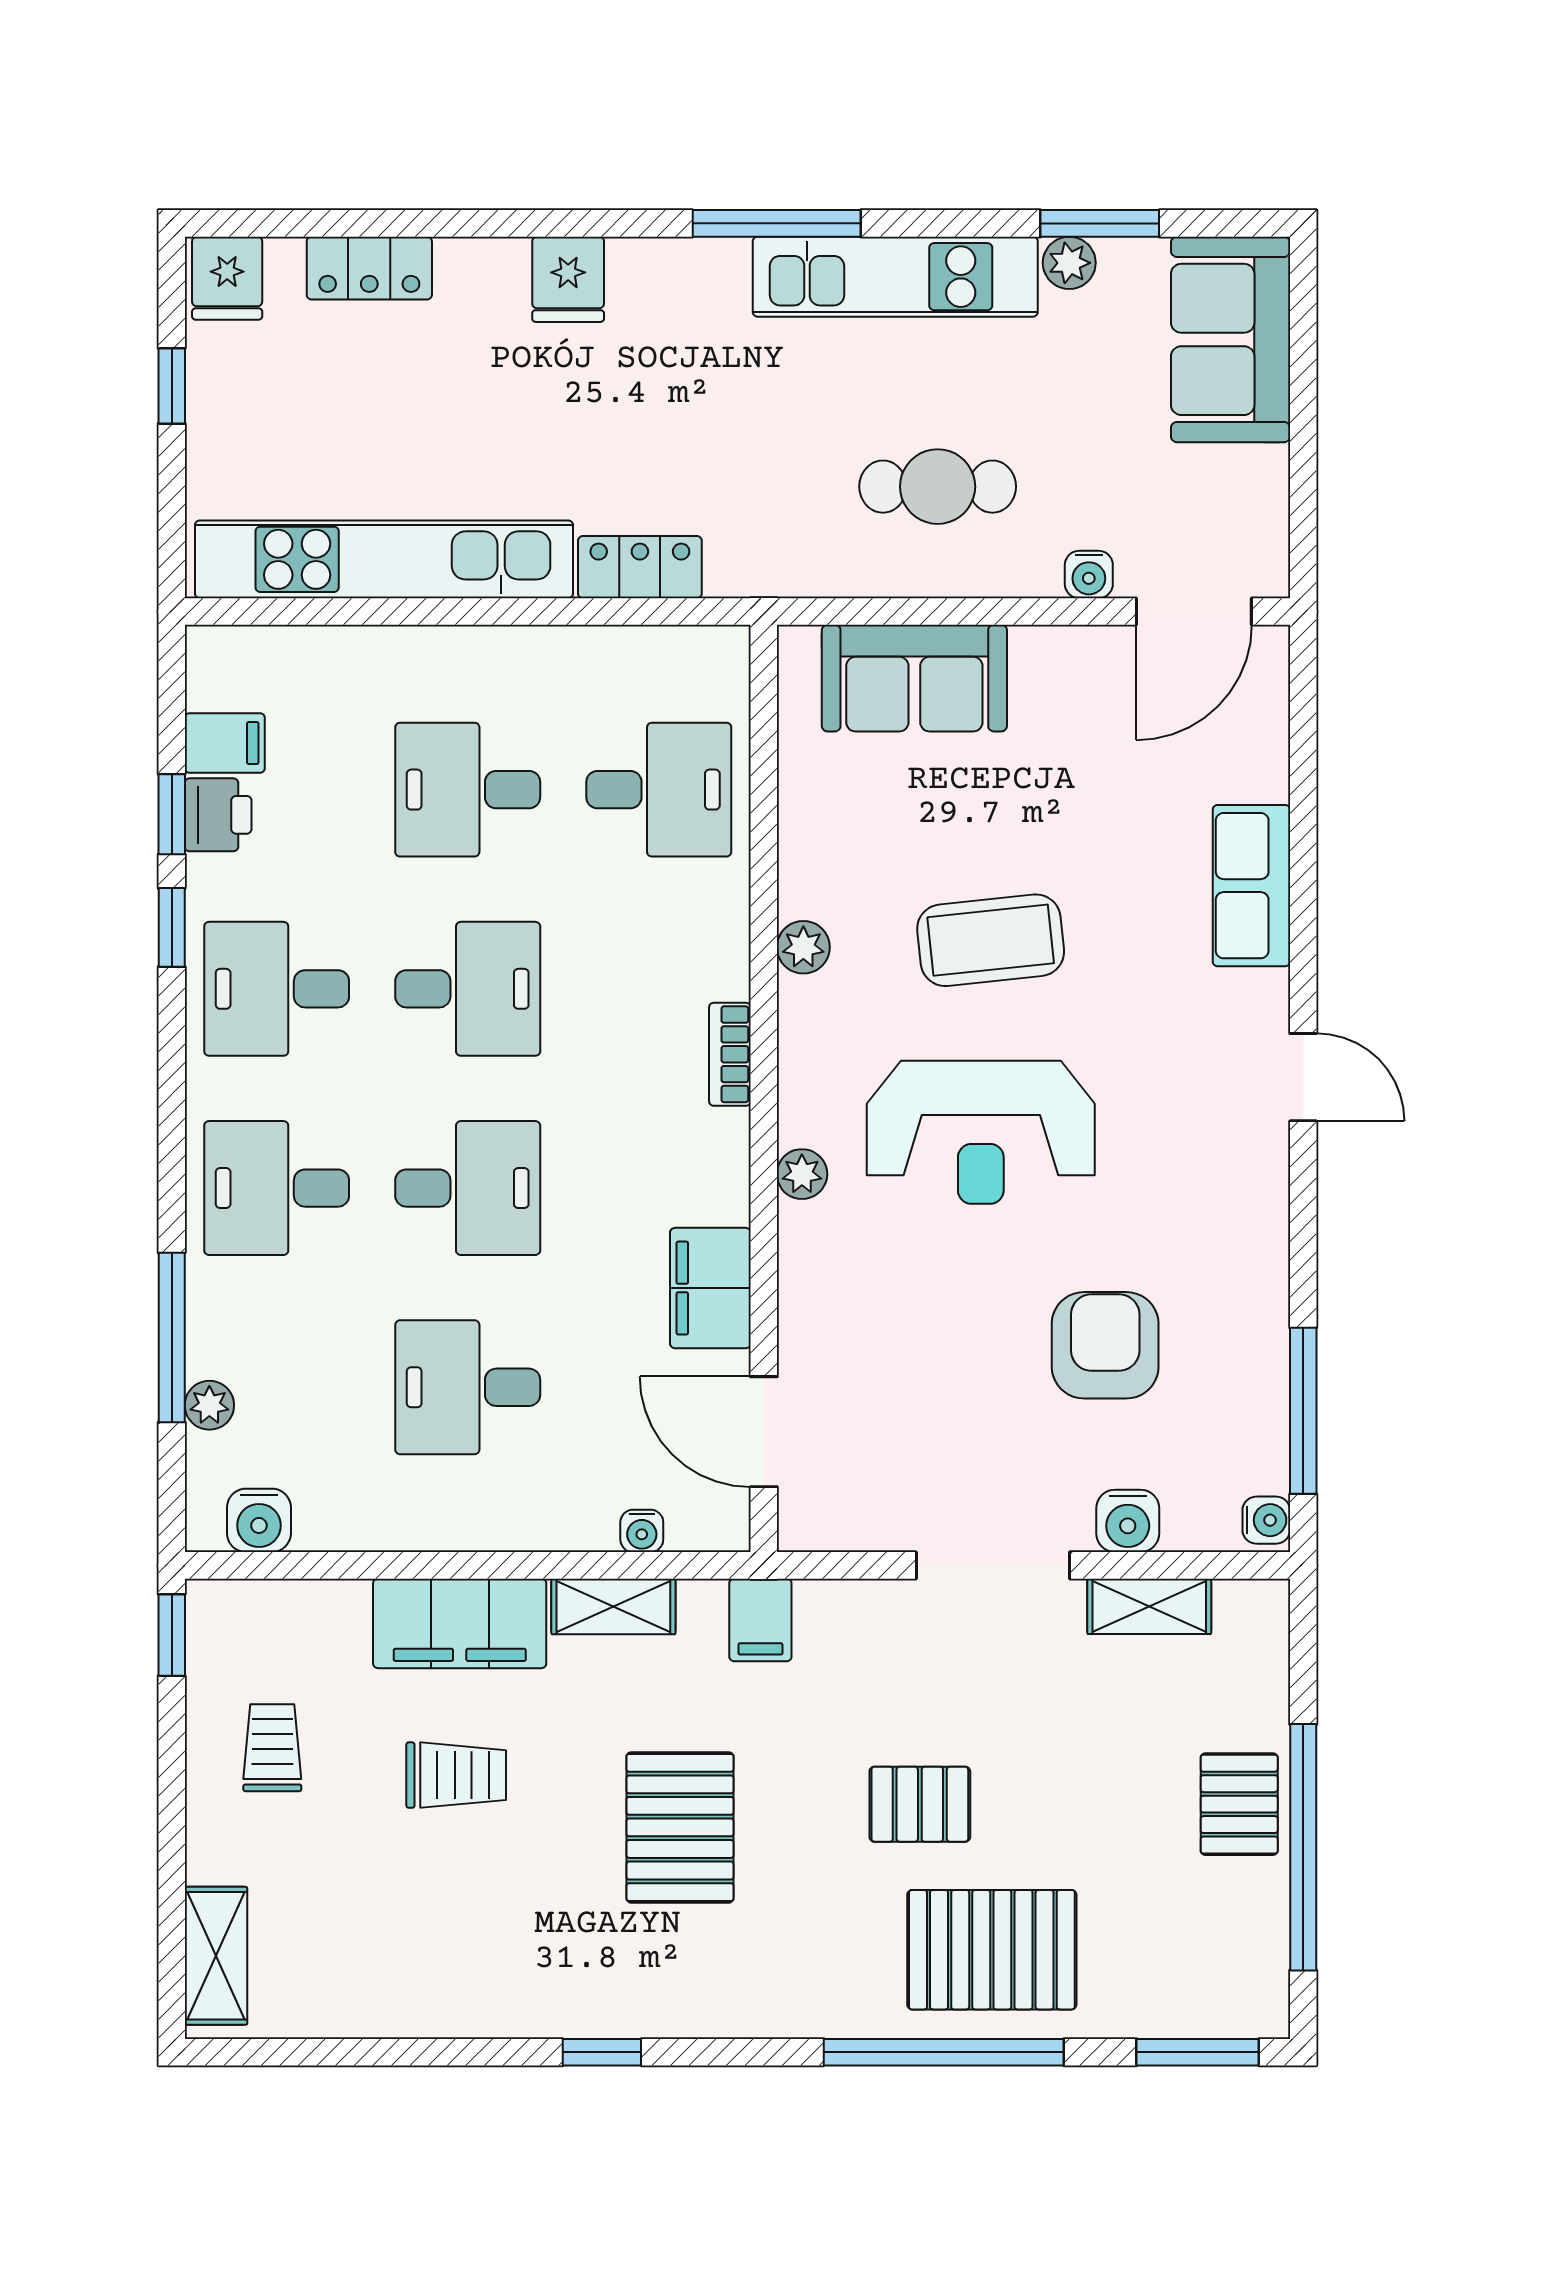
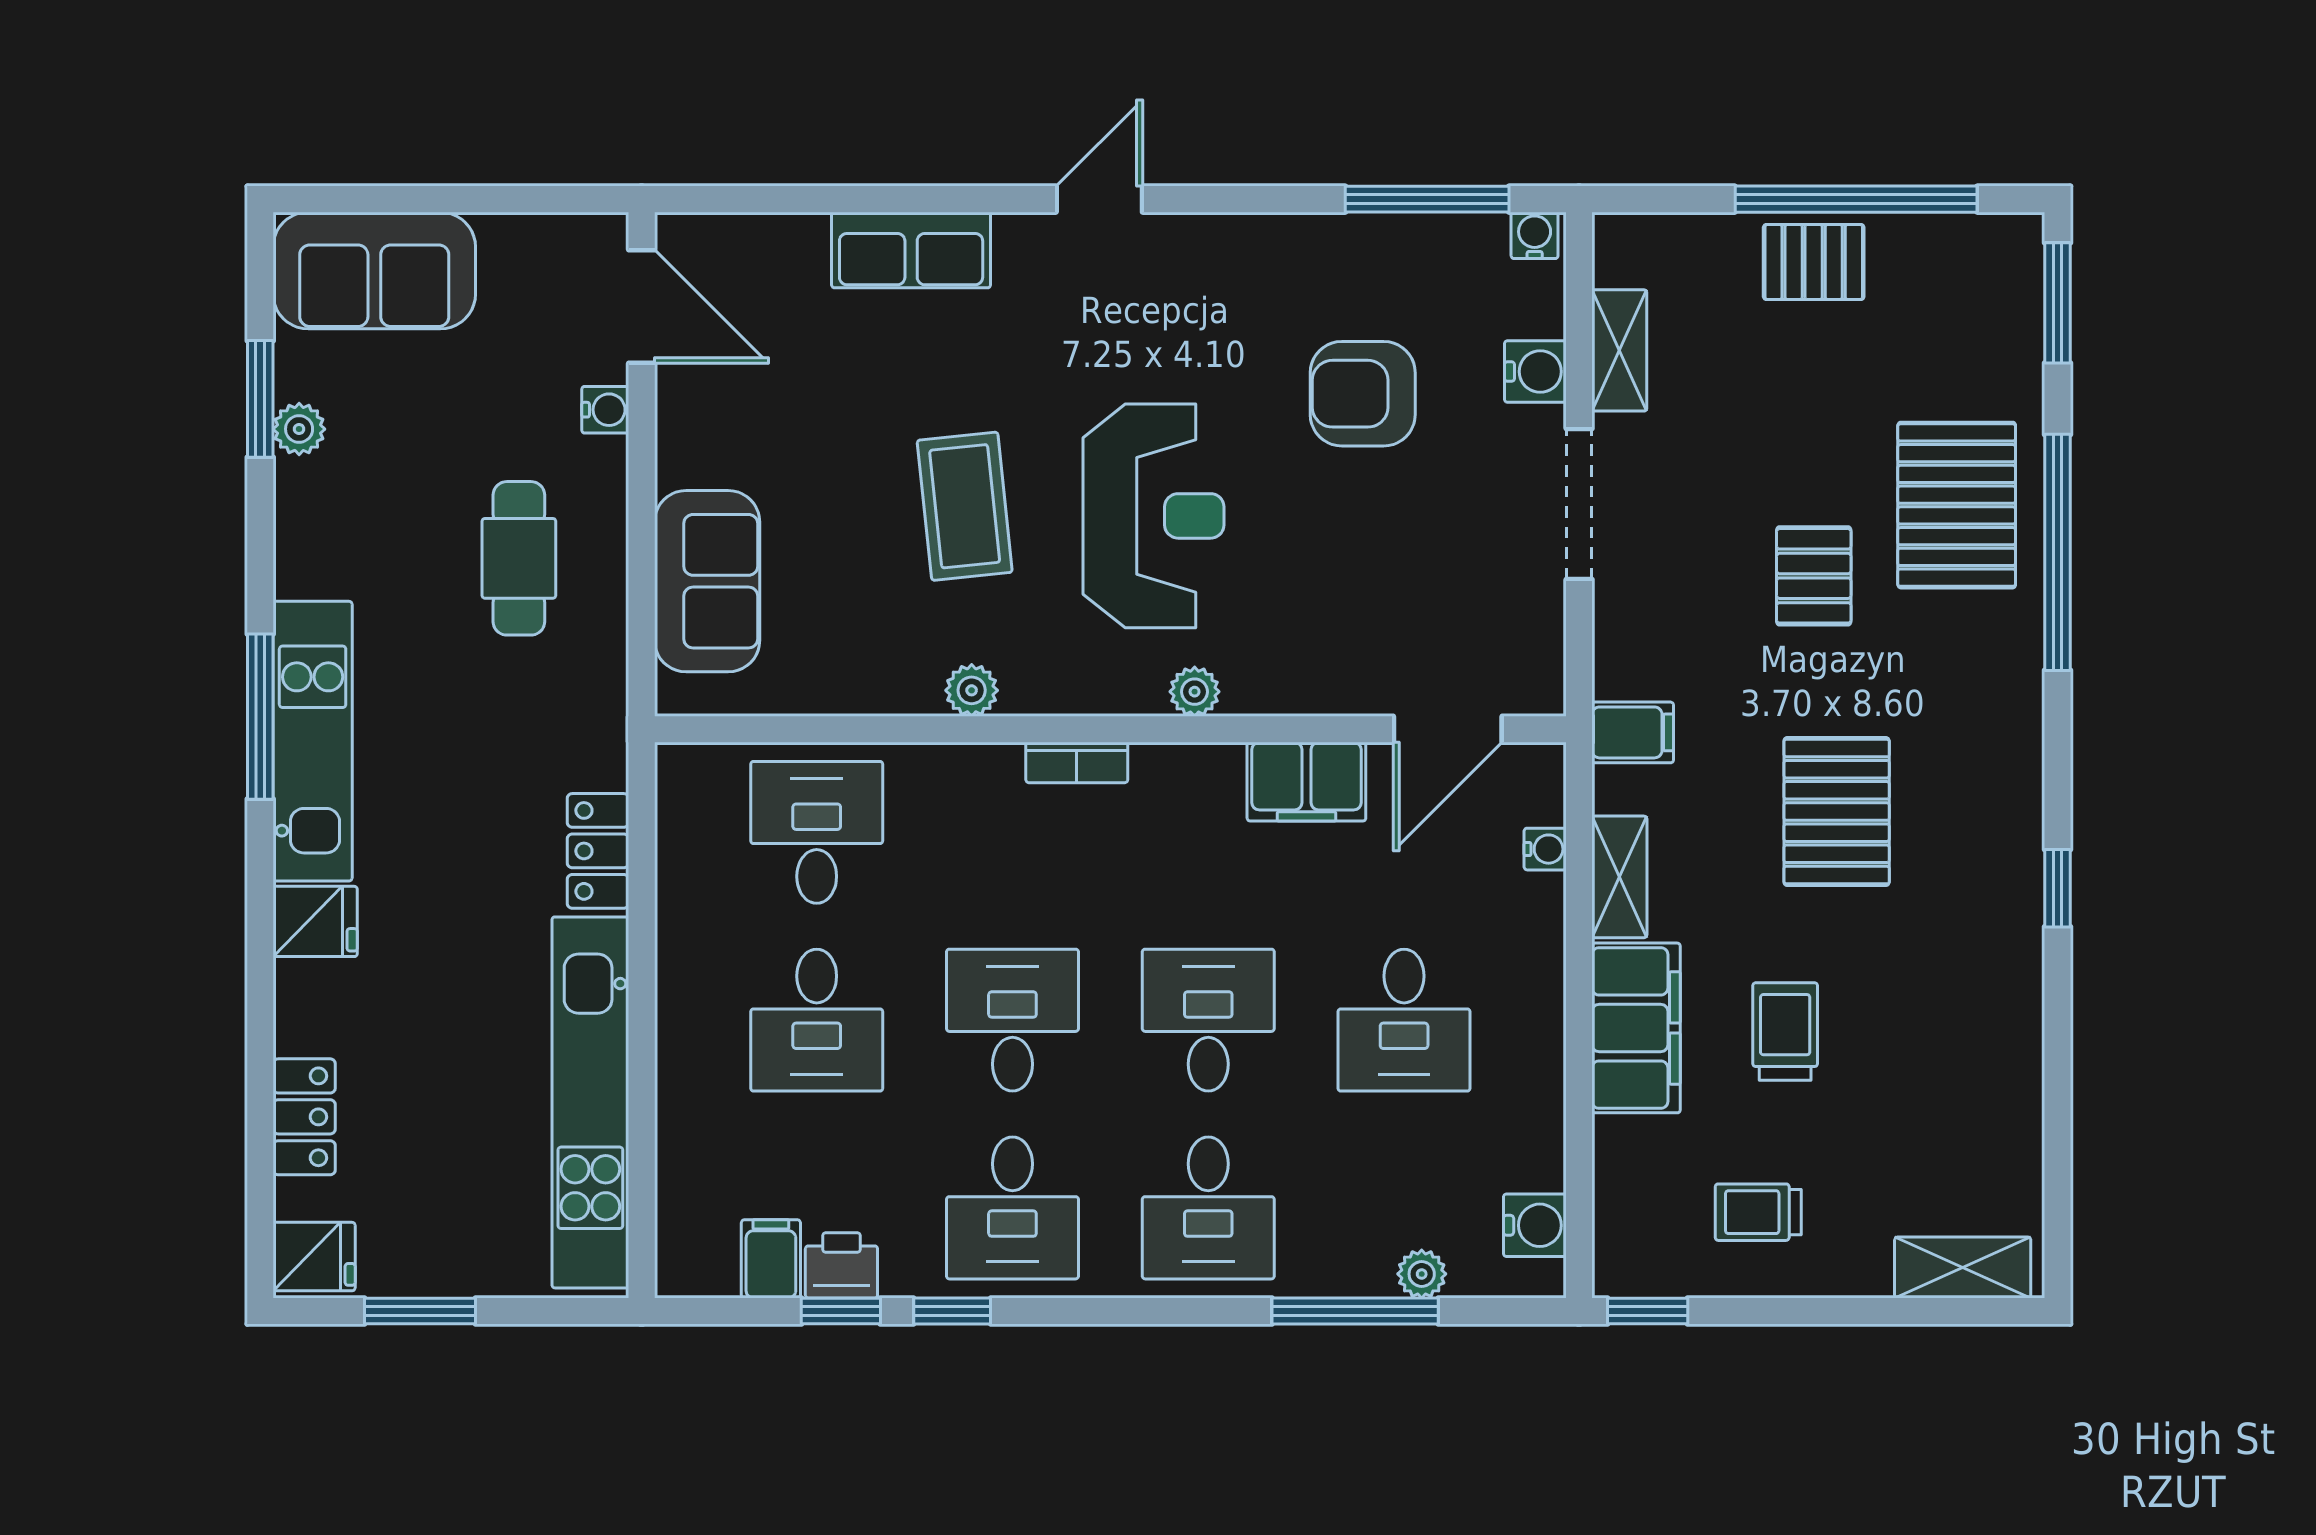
kitchen unit: (895, 277) -> (313, 741), moved
window: (172, 386) -> (420, 1311), width x1.50
pallet: (680, 1827) -> (1837, 812), turned 90

